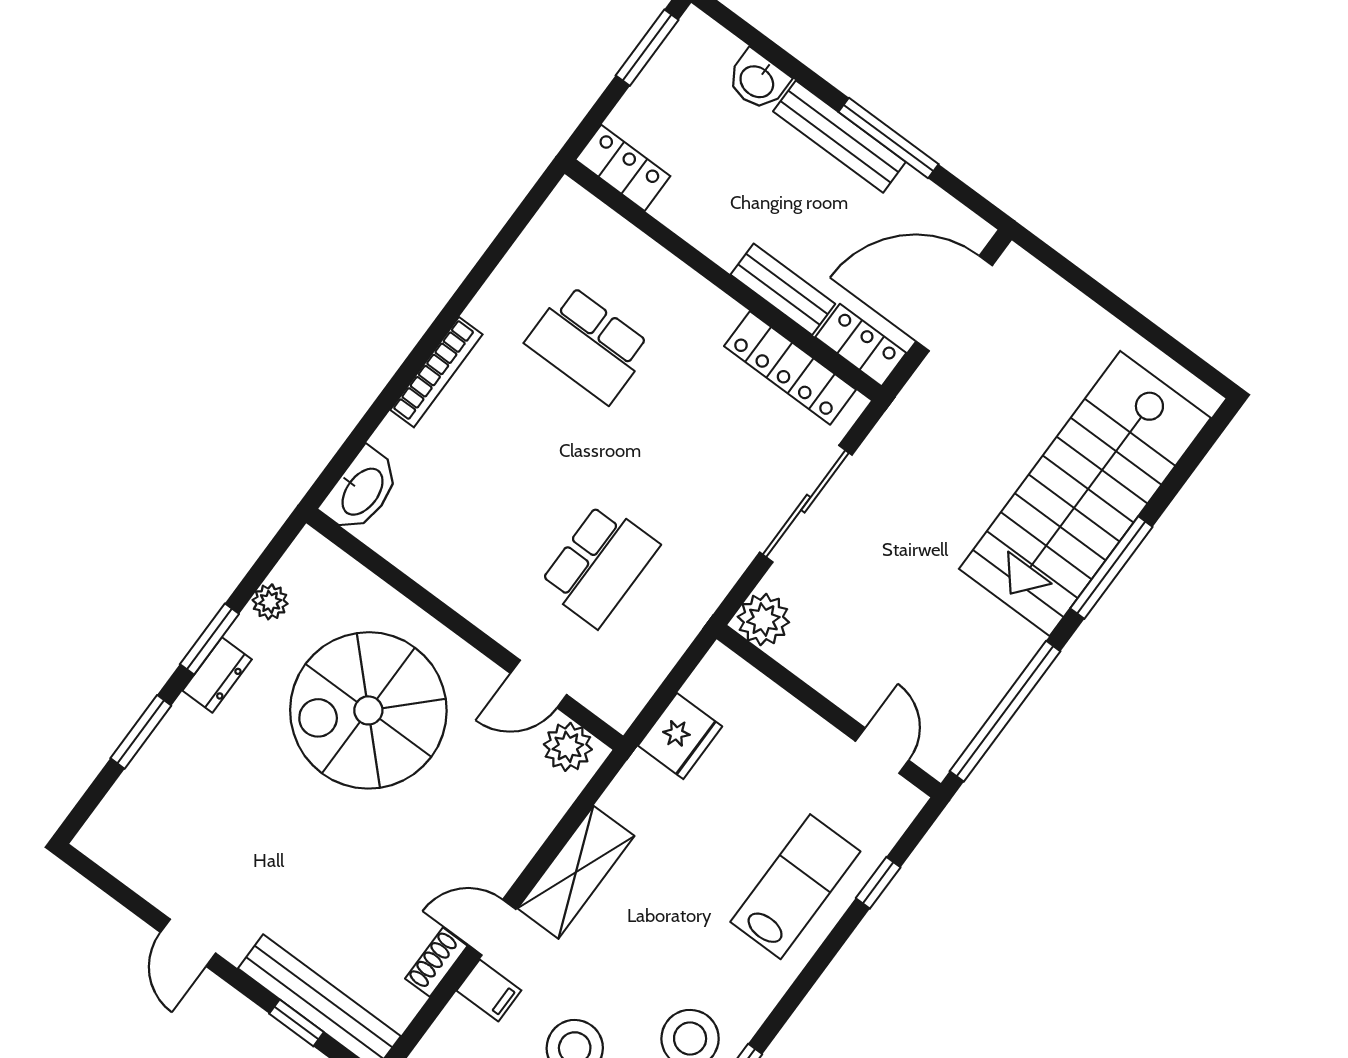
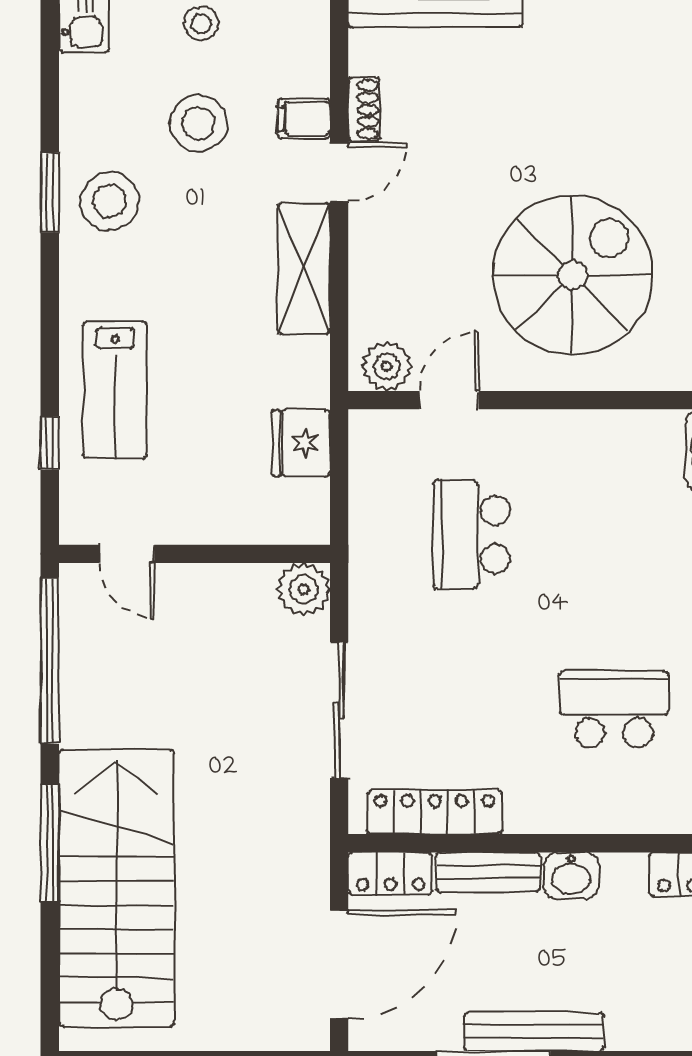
washbasin: (758, 81) -> (571, 876), moved, turned 180

